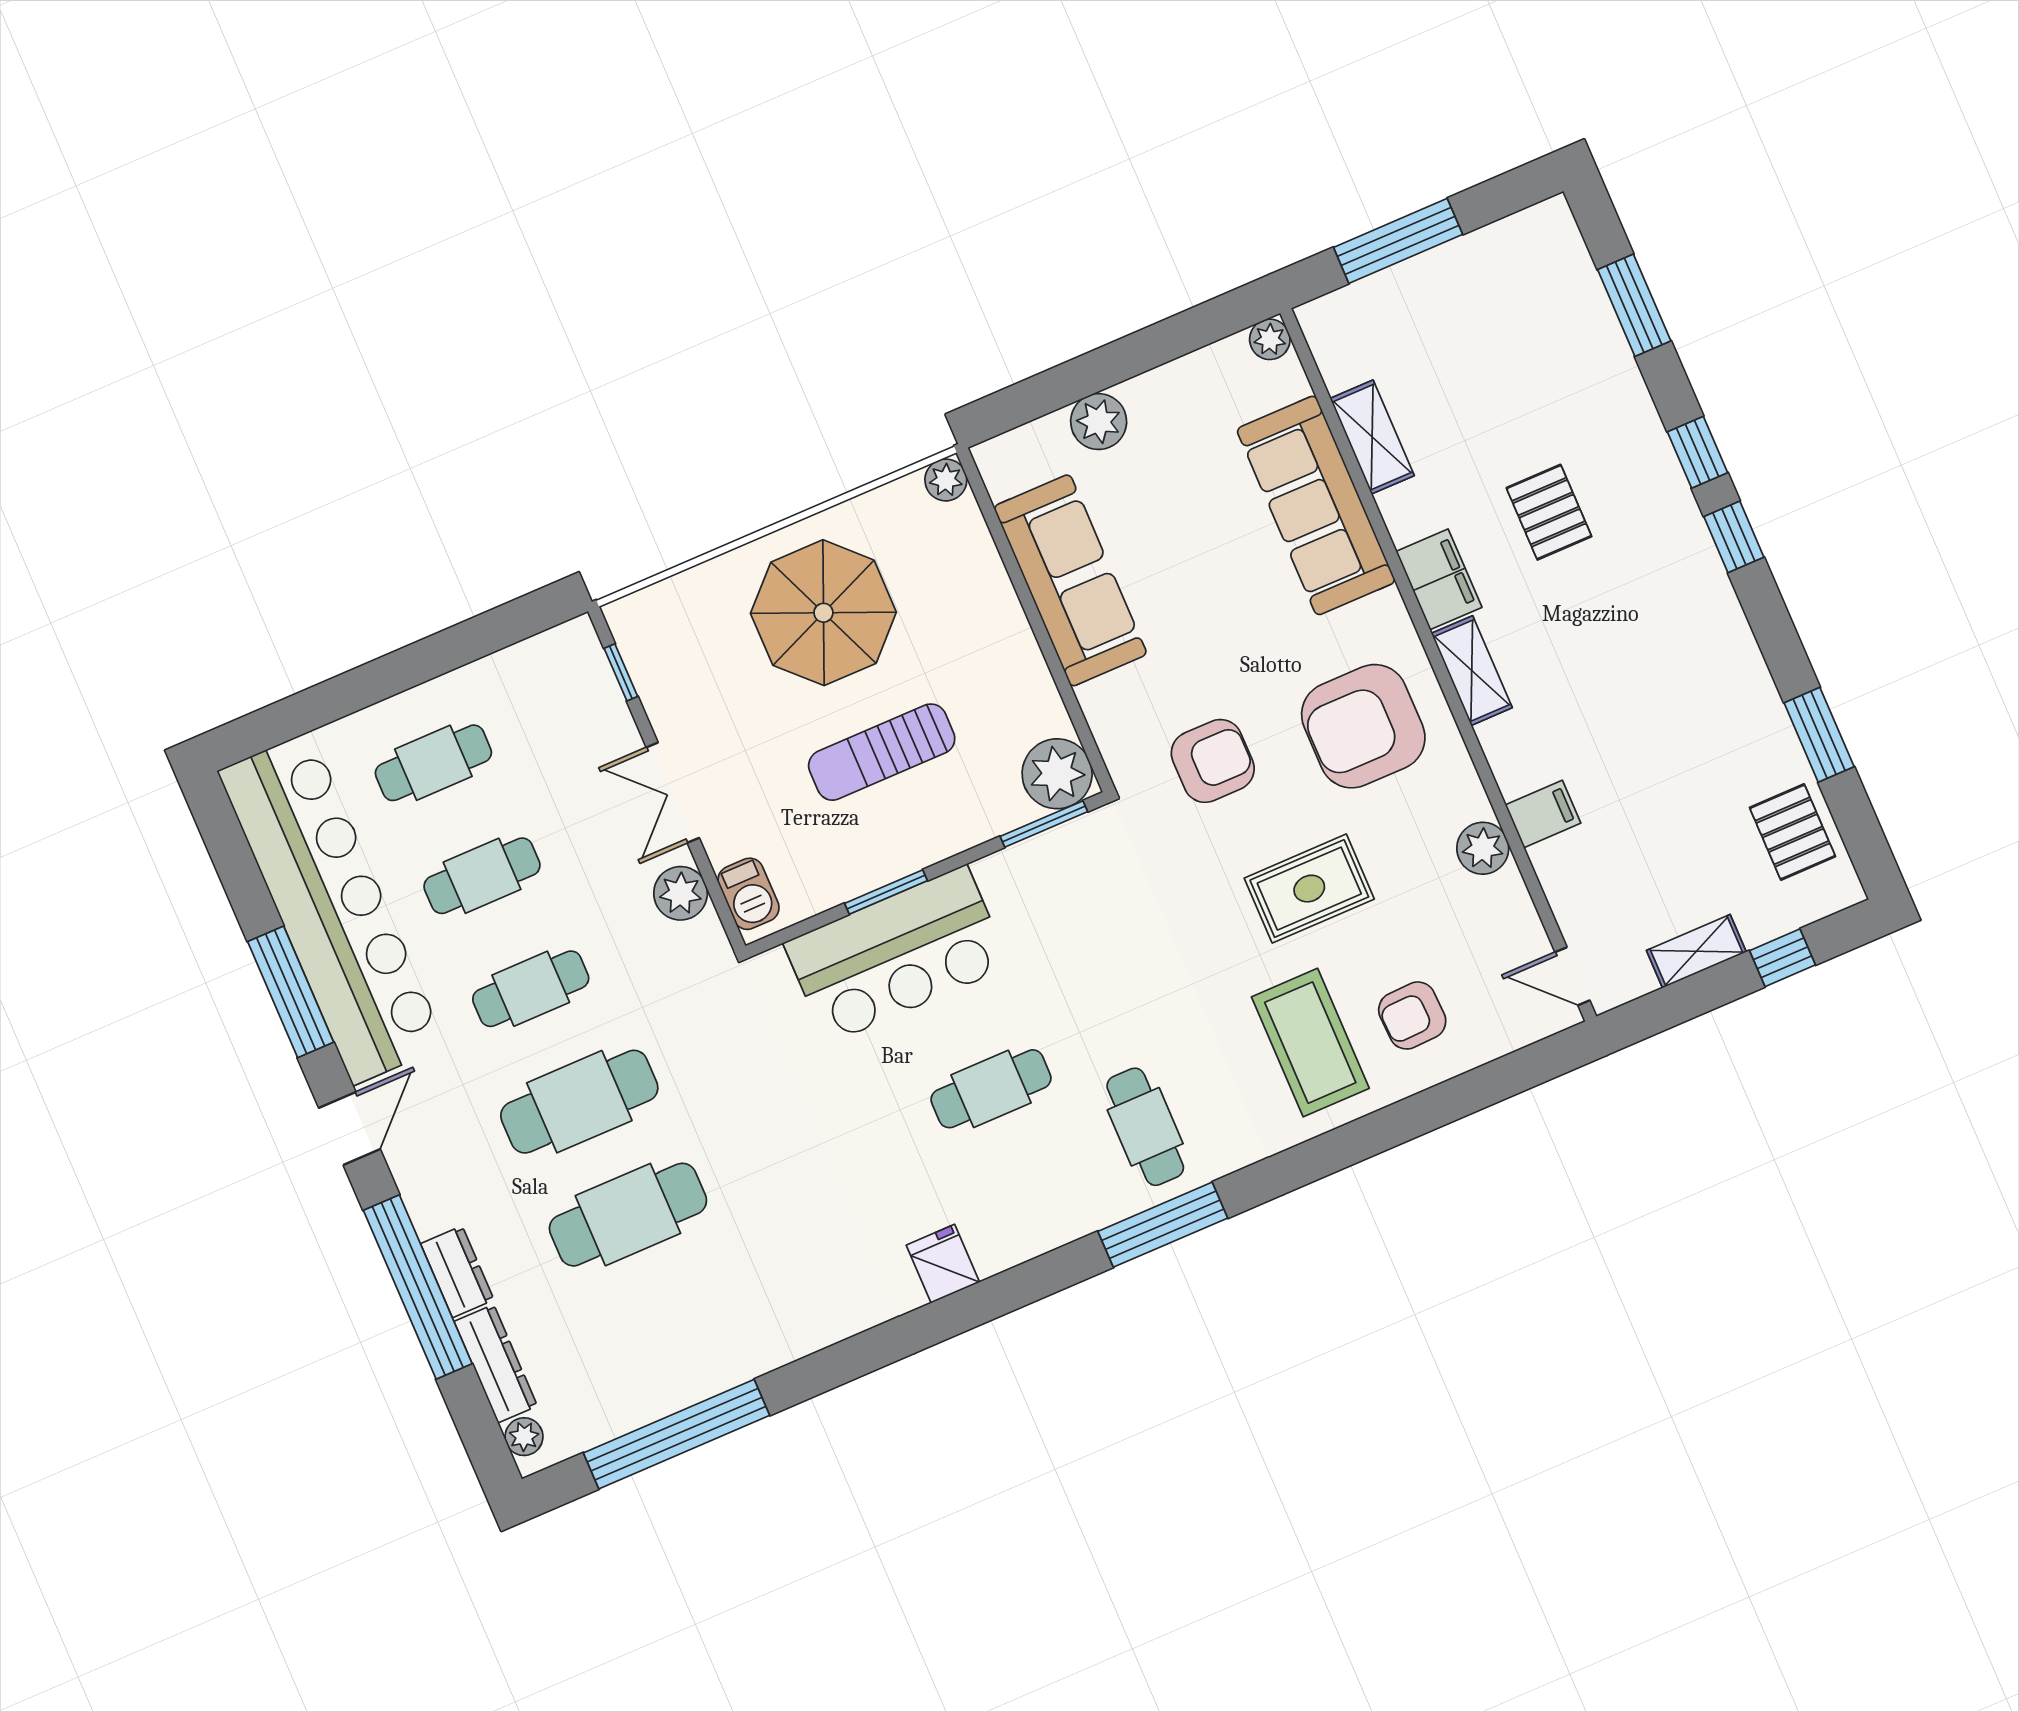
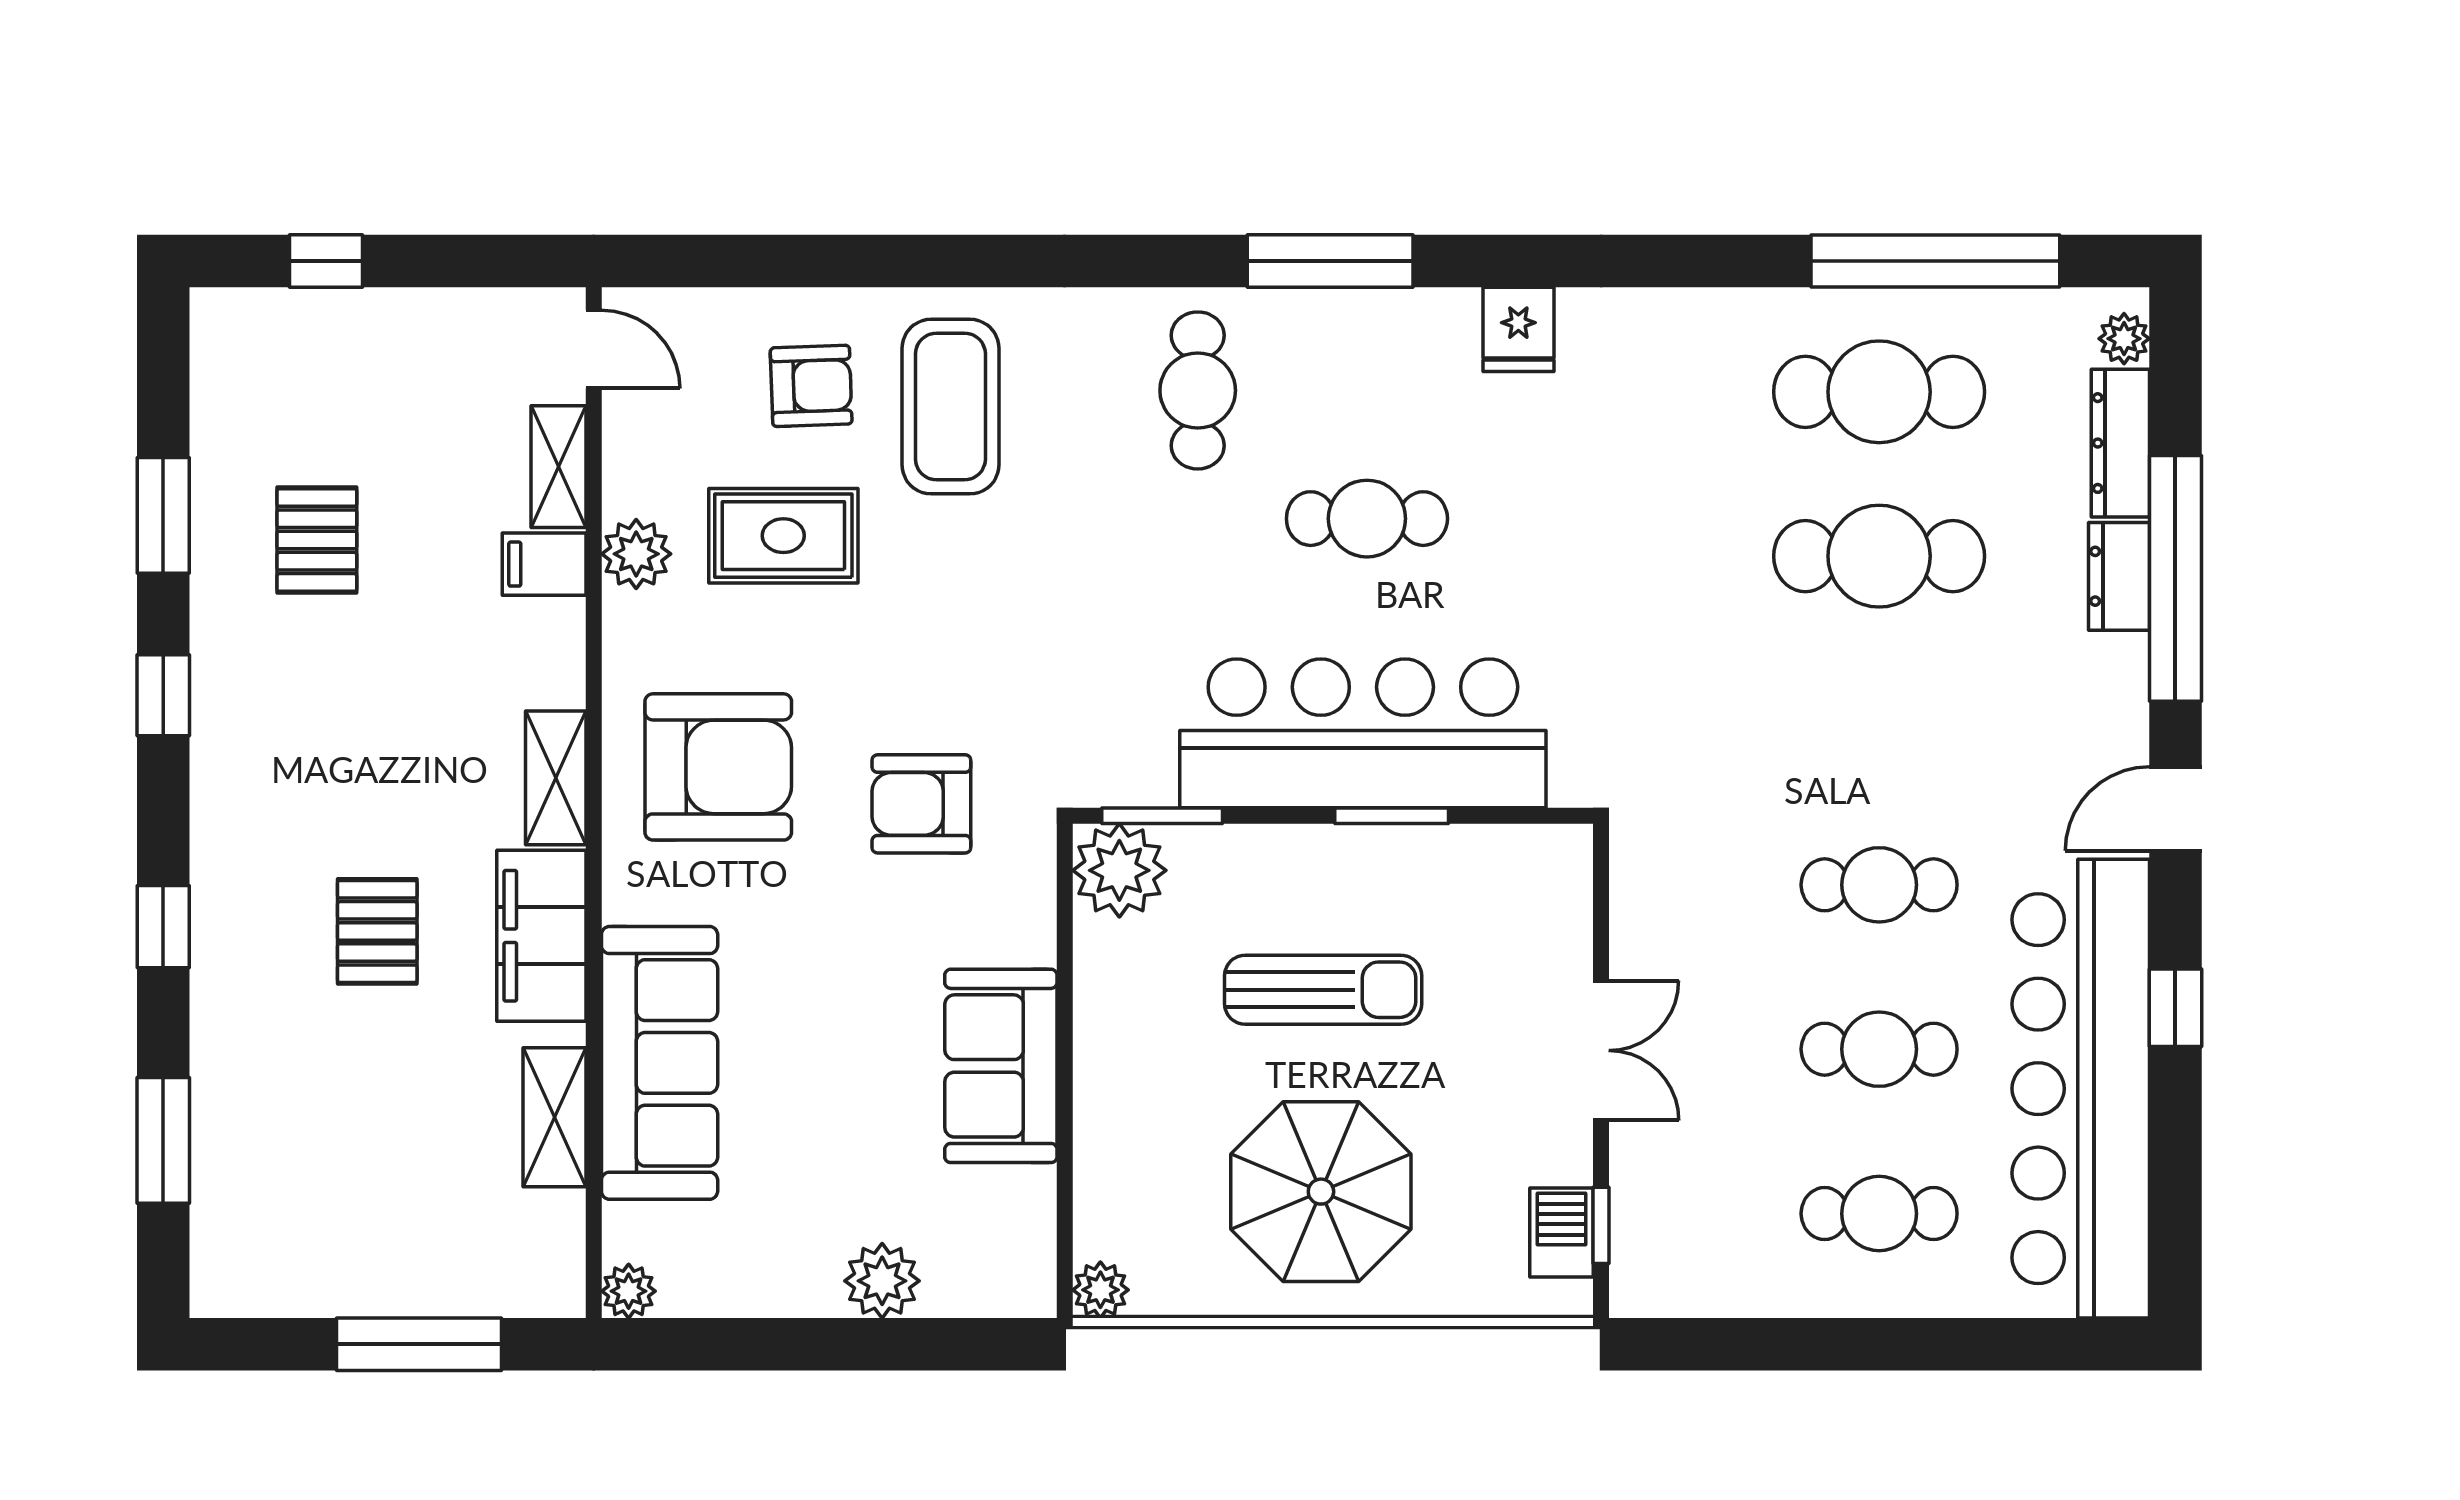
window: (1734, 537) -> (163, 695), moved
filing cabinet: (1439, 579) -> (541, 936), width x1.50, depth x1.17
sofa: (1070, 580) -> (1001, 1066), width x0.73
pallet: (1792, 832) -> (317, 540), moved
rug: (1309, 889) -> (783, 536), moved
plant: (681, 893) -> (1645, 923), removed
barbecue: (748, 894) -> (1562, 1232), moved
shelving: (1696, 951) -> (558, 467), moved, turned 90
bar counter: (897, 954) -> (1363, 733), width x1.36
window: (291, 992) -> (2175, 1008), width x0.46
cafe table: (579, 1102) -> (1879, 392), moved
window: (1163, 1225) -> (1330, 261), moved

